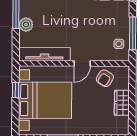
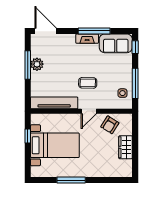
plant: (26, 25) -> (37, 64), moved
coffee table: (81, 33) -> (88, 83), added
bed with nightstands: (45, 100) -> (55, 145), width x0.73

